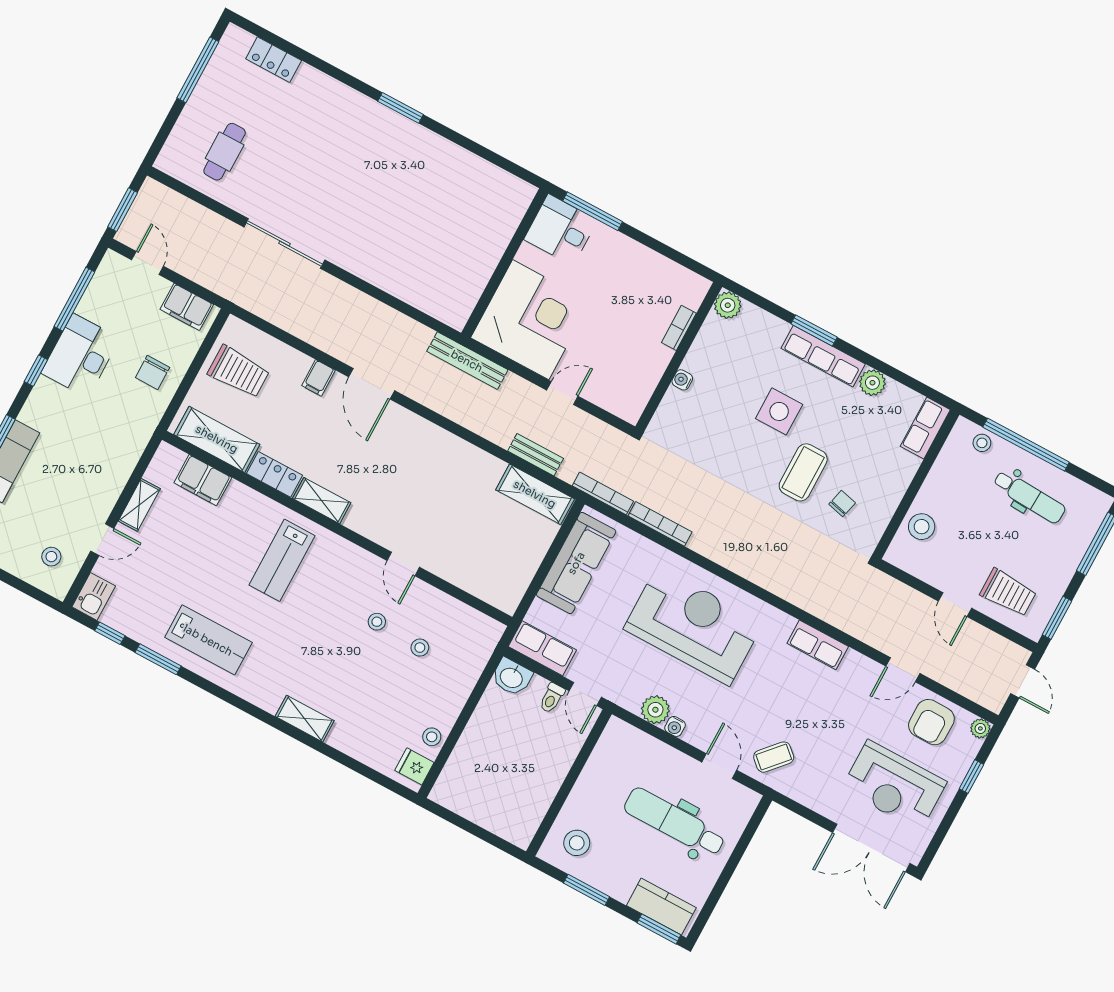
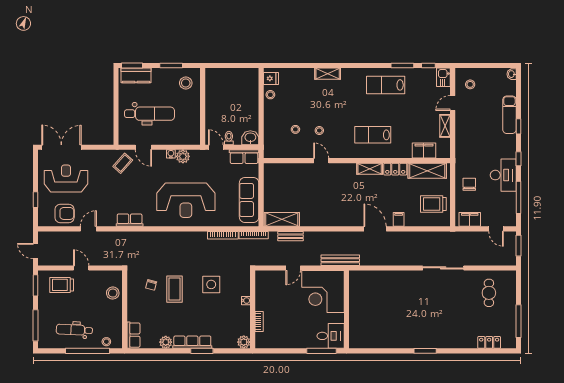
side table: (779, 411) -> (211, 284), moved
lab bench: (282, 560) -> (373, 135), turned -90
armchair: (931, 722) -> (65, 213), turned 90
plant: (980, 728) -> (43, 222), removed

